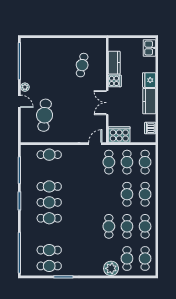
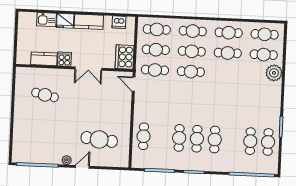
kitchen sink: (149, 48) -> (47, 20), moved
cafe table: (109, 226) -> (191, 72), moved

